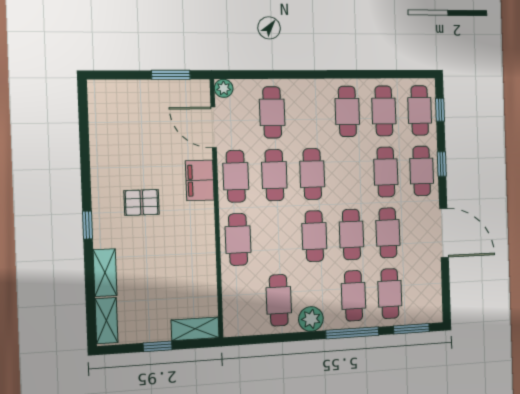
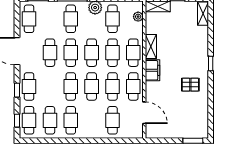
window: (171, 75) -> (193, 141), moved
plant: (224, 88) -> (138, 17), moved
cafe table: (386, 172) -> (71, 86), moved
filing cabinet: (200, 180) -> (152, 70), moved
pallet: (142, 202) -> (190, 85), moved
cafe table: (277, 238) -> (112, 53), added
shelving: (105, 273) -> (151, 46), moved
cafe table: (390, 294) -> (29, 19), moved

